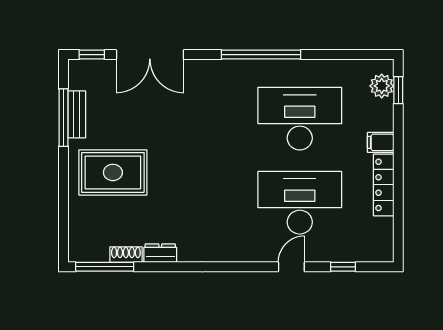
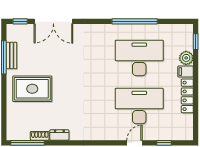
window: (261, 55) -> (135, 21), moved
plant: (382, 86) -> (186, 58), moved

